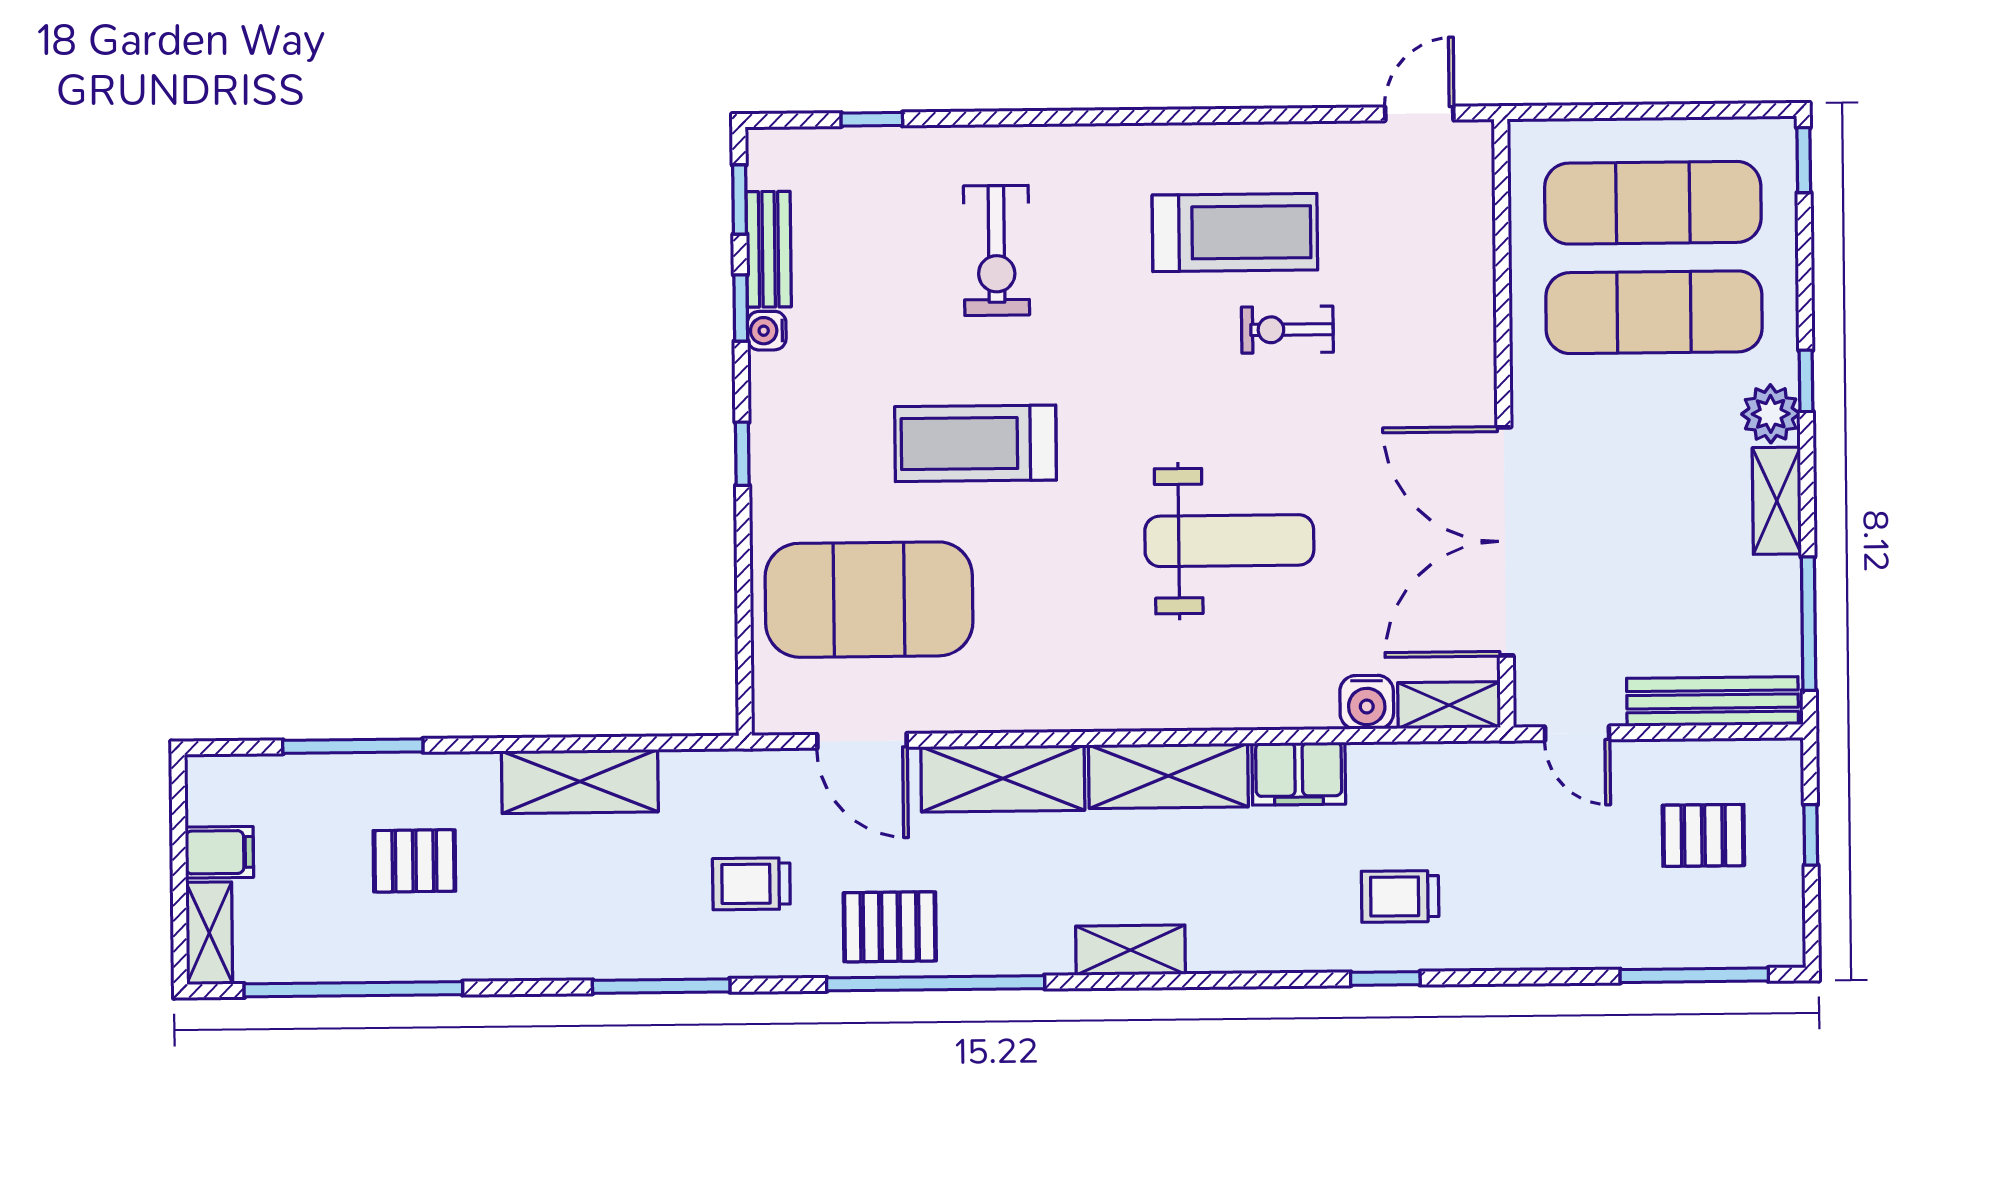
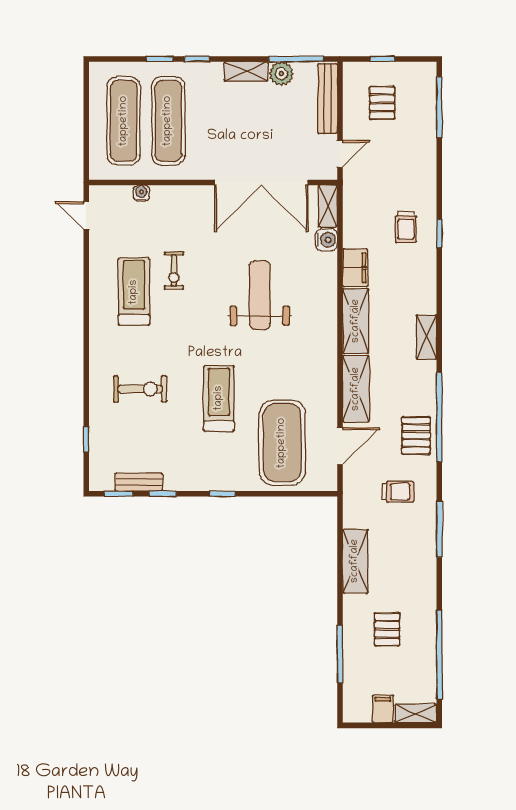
window: (1804, 160) -> (160, 59), moved
water cooler: (767, 331) -> (141, 193), moved, turned 180
plant: (1771, 414) -> (281, 74), moved
treadmill: (975, 443) -> (219, 398), turned 180
trolley: (751, 884) -> (398, 492), turned -90

